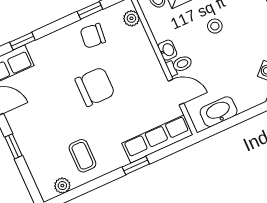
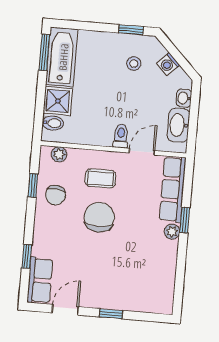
stool: (215, 26) -> (134, 64), moved
washbasin: (167, 50) -> (184, 98), moved, turned -90
coffee table: (82, 156) -> (100, 178), moved
plant: (62, 186) -> (172, 232), moved

